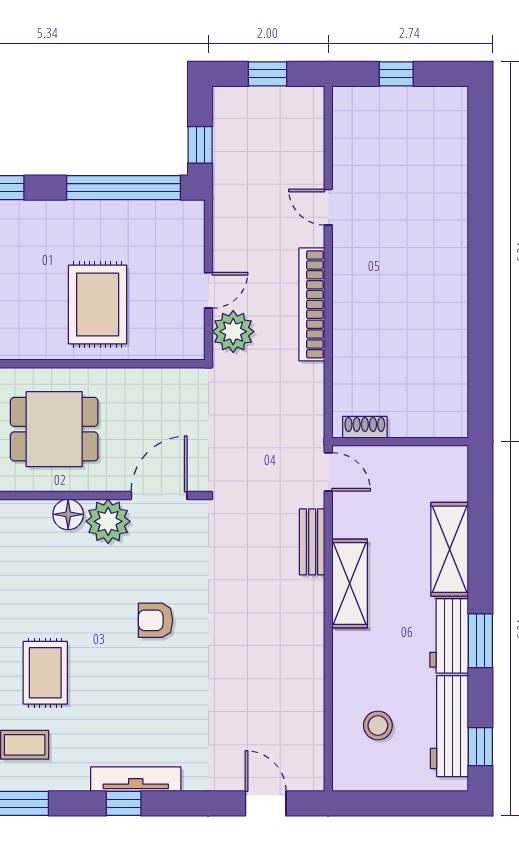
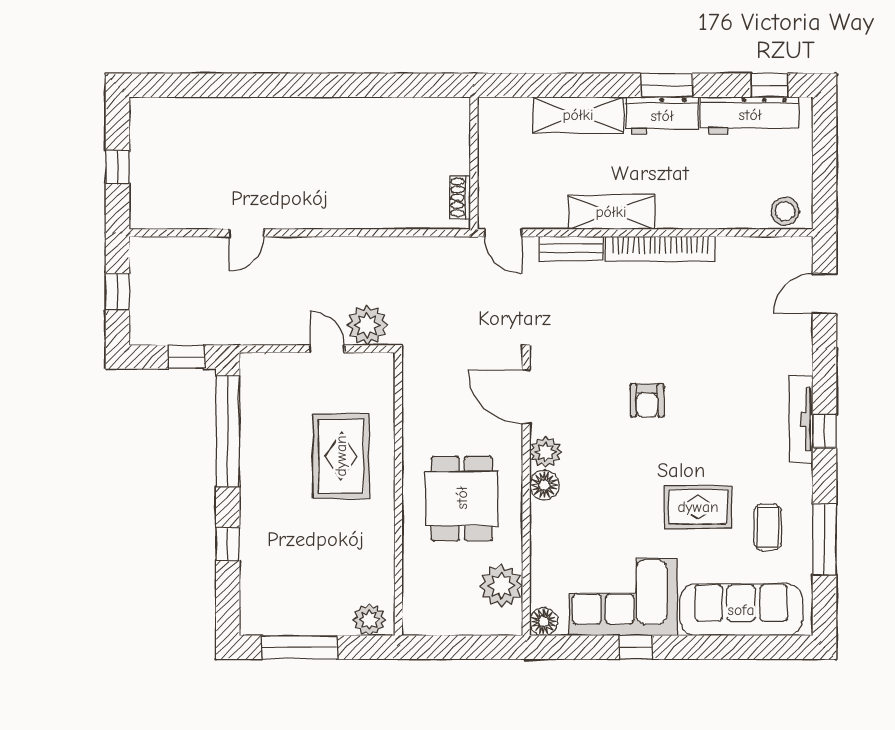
bookcase: (312, 304) -> (660, 249), moved
rug: (98, 305) -> (341, 456), turned 90
door: (328, 472) -> (503, 233), swing flipped
plant: (108, 521) -> (545, 452), width x0.73, depth x0.73
stool: (378, 726) -> (785, 211), moved

